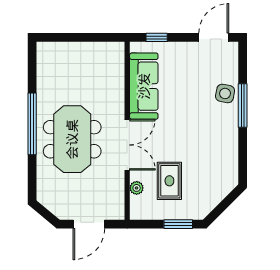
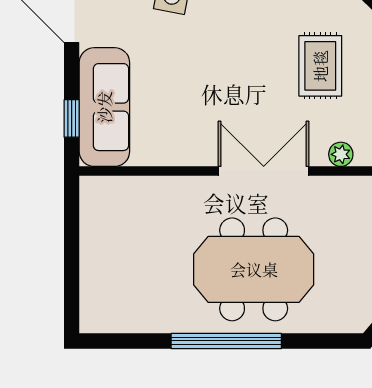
sofa: (144, 86) -> (104, 107), moved, turned 90
rug: (169, 181) -> (320, 66), moved, turned 90

